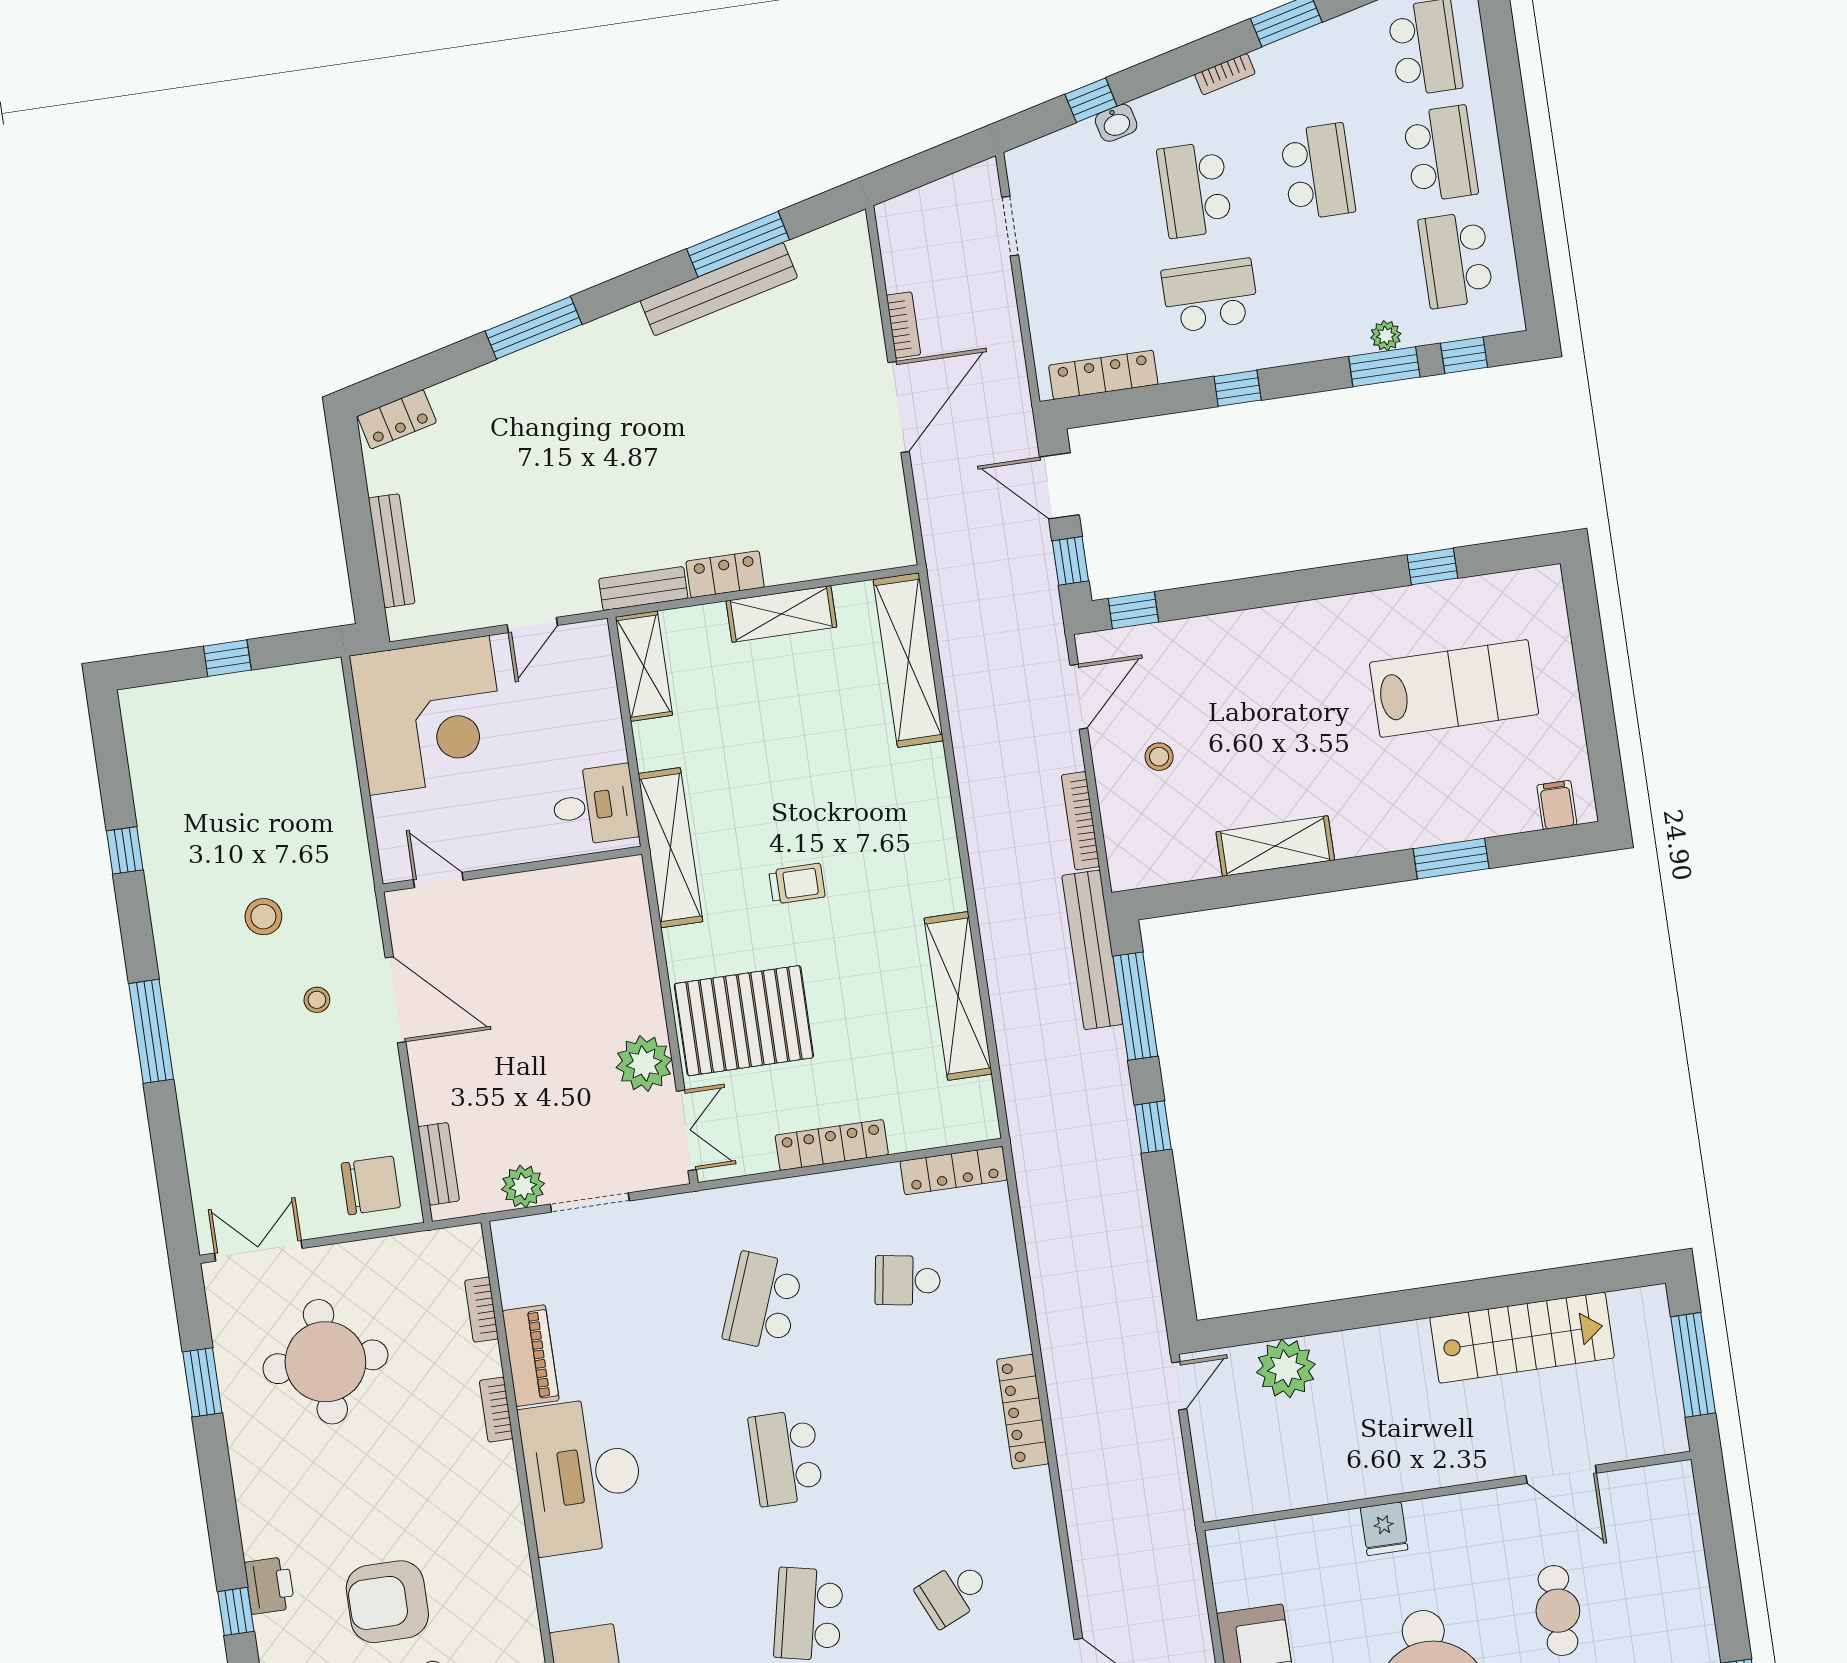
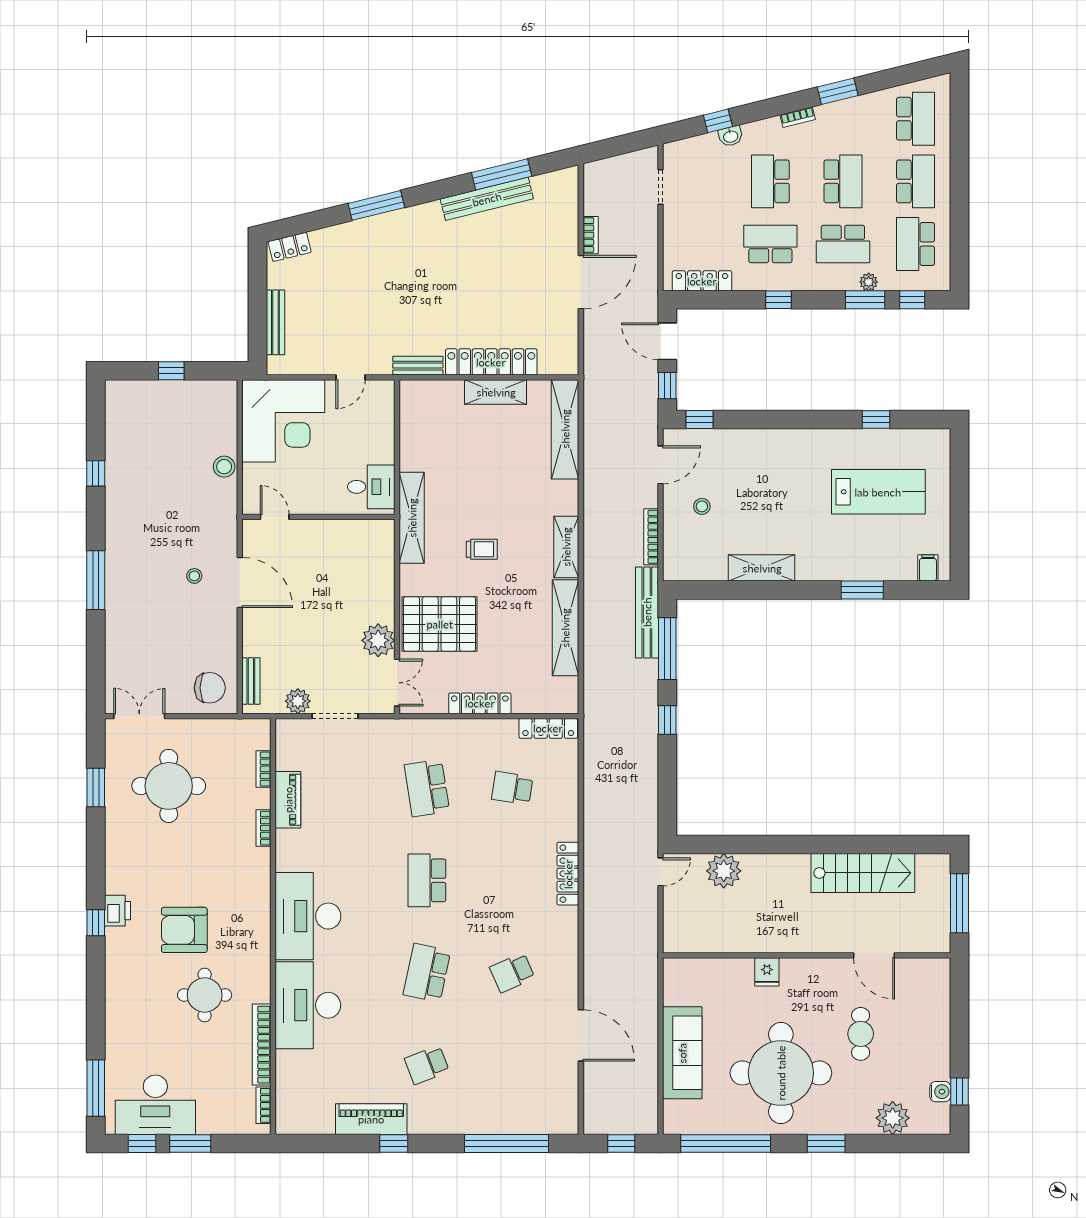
school desk: (1333, 278) -> (843, 244), added
locker: (725, 574) -> (491, 362), width x2.16, depth x1.21
shelving: (644, 666) -> (566, 547), moved
stool: (263, 917) -> (224, 467), moved
school desk: (763, 1302) -> (427, 788), turned -30
desk: (583, 1476) -> (308, 916), moved

